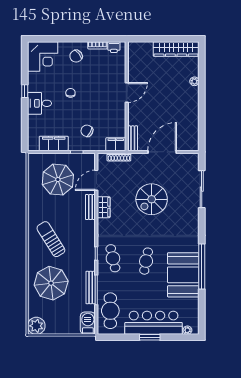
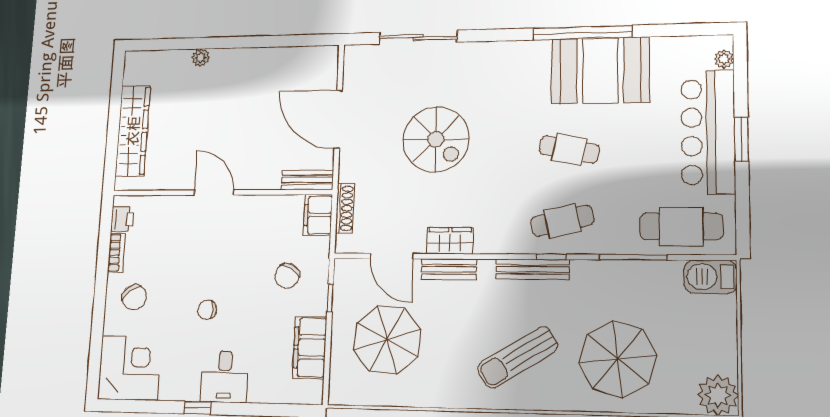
wardrobe: (176, 49) -> (133, 131), moved
bench: (91, 287) -> (532, 269), moved

